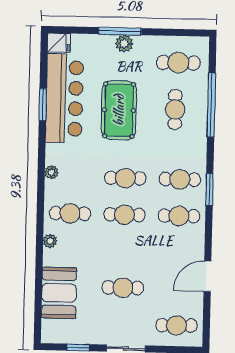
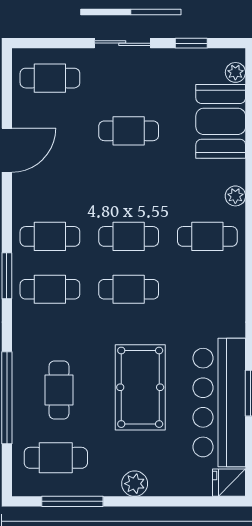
window: (120, 31) -> (72, 501), moved
plant: (52, 172) -> (235, 72), moved

